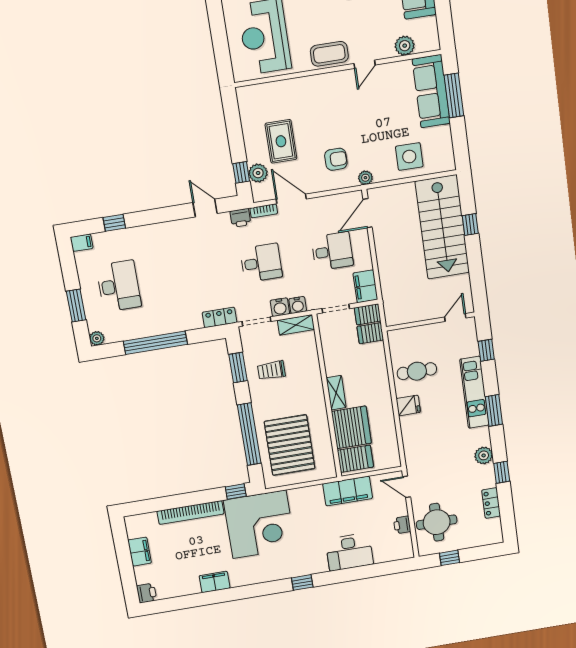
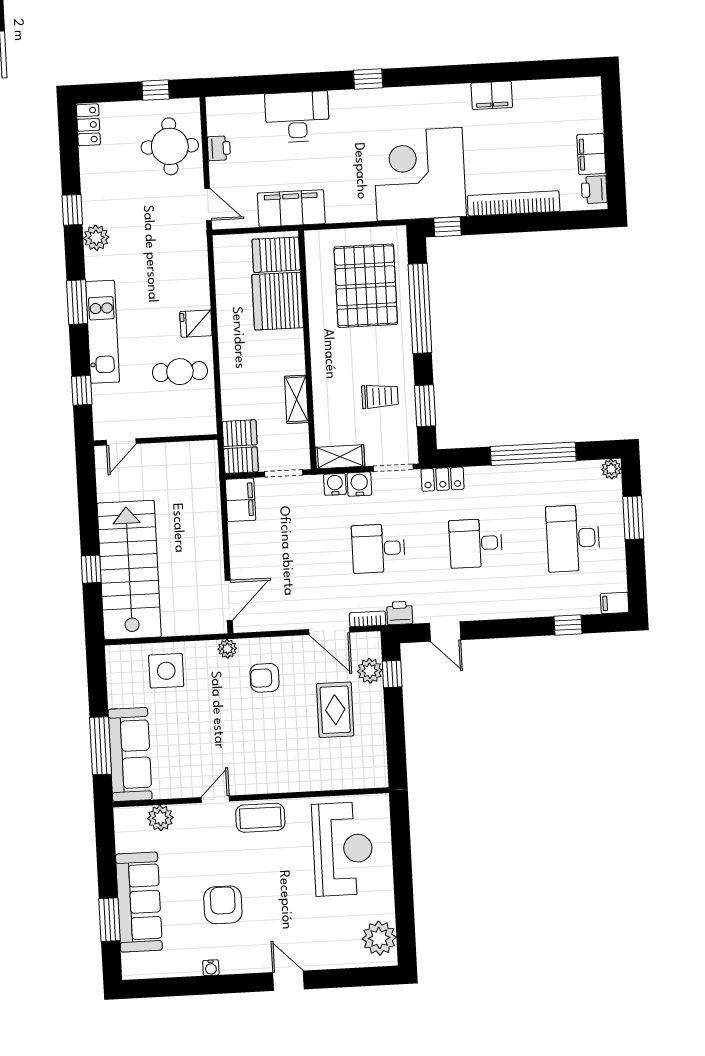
desk: (332, 251) -> (476, 543), moved
shelving: (336, 393) -> (296, 399), moved
locker: (491, 503) -> (88, 125), moved
printer: (147, 593) -> (594, 190), moved

